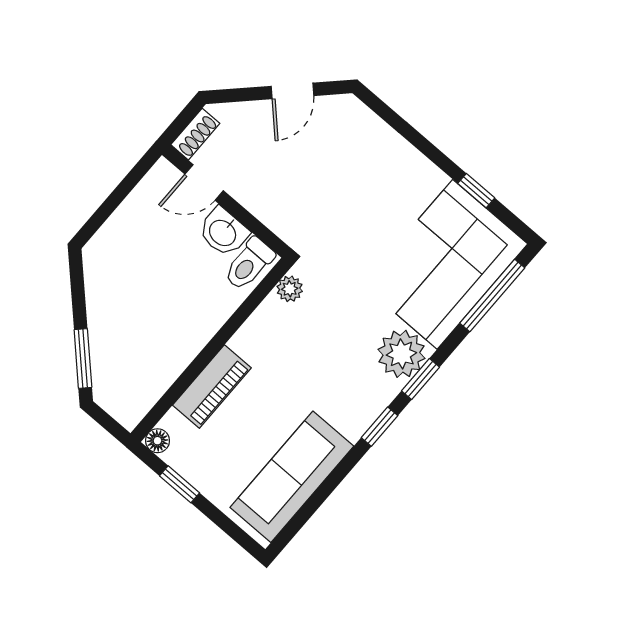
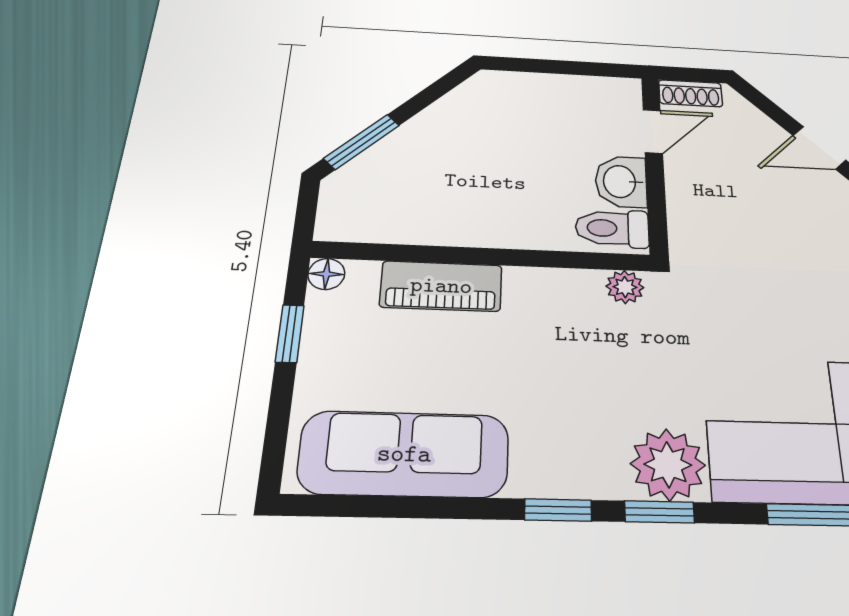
door: (204, 182) -> (653, 131), swing flipped

